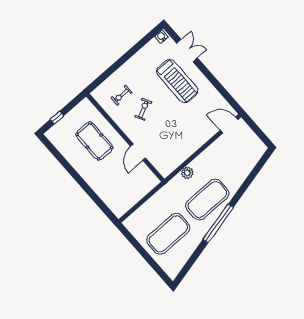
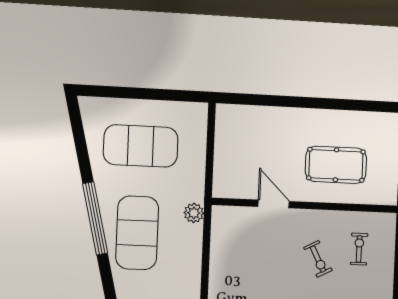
plant: (187, 173) -> (194, 213), moved
exercise mat: (168, 234) -> (141, 146), turned 90

